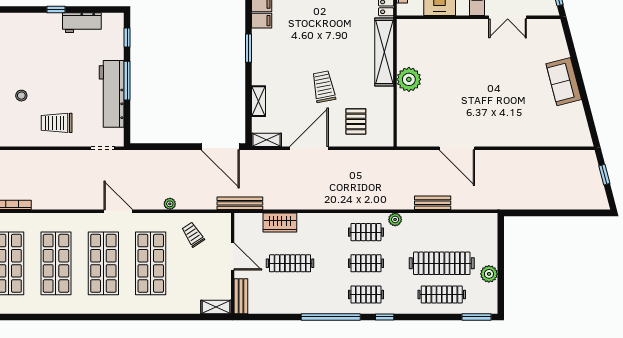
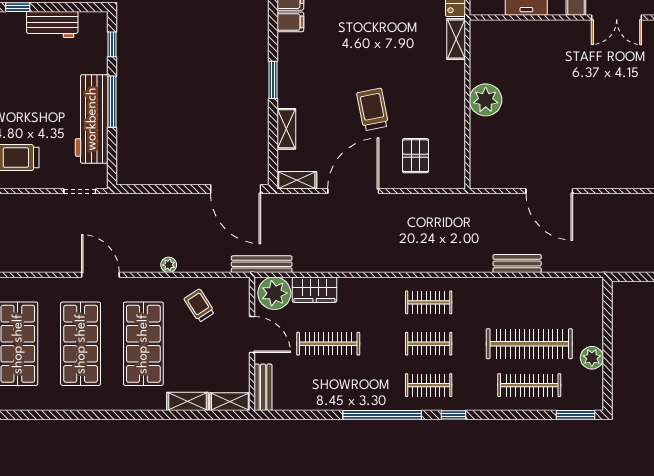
window: (248, 48) -> (273, 80), moved
shelving: (384, 52) -> (456, 39), width x0.45, depth x0.75
plant: (395, 219) -> (274, 293), moved, width x1.88, depth x1.88
shelving: (184, 307) -> (188, 401), added

